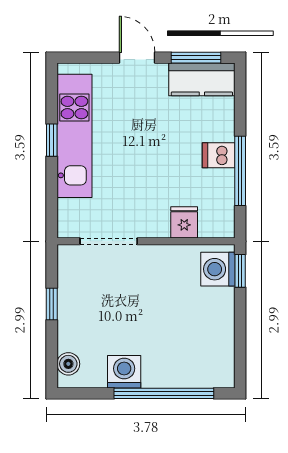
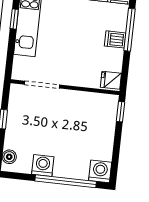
window: (240, 171) -> (130, 30), moved
fridge: (184, 222) -> (111, 80), moved, turned -90
washing machine: (218, 269) -> (100, 171), moved, turned 90

